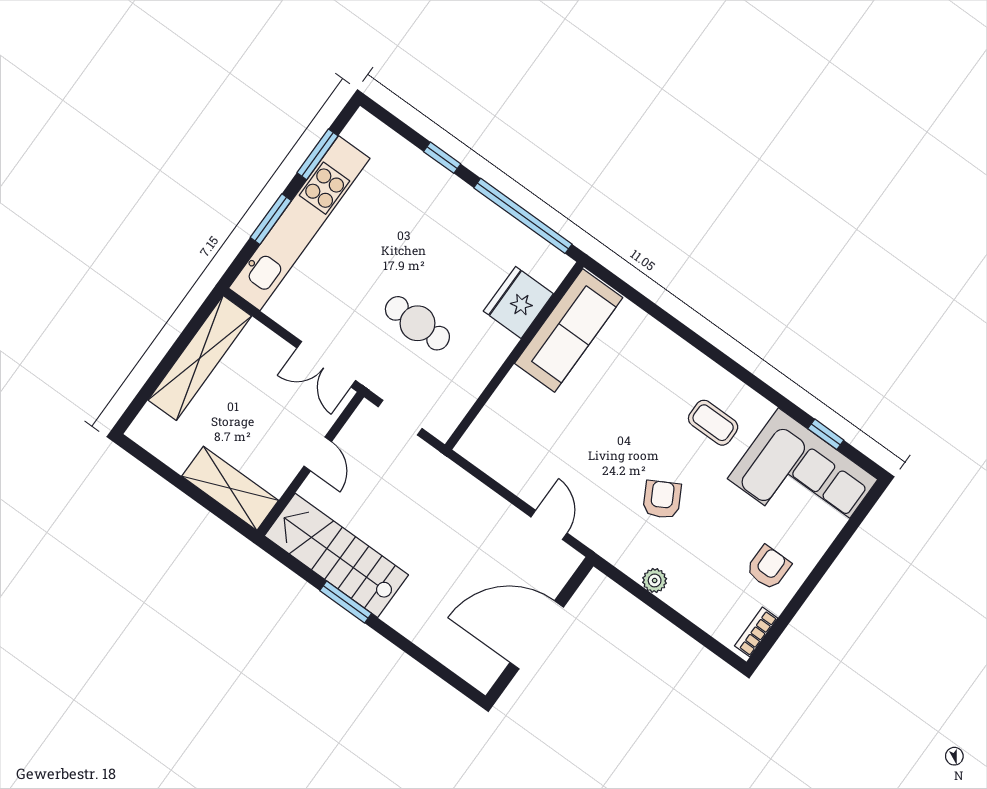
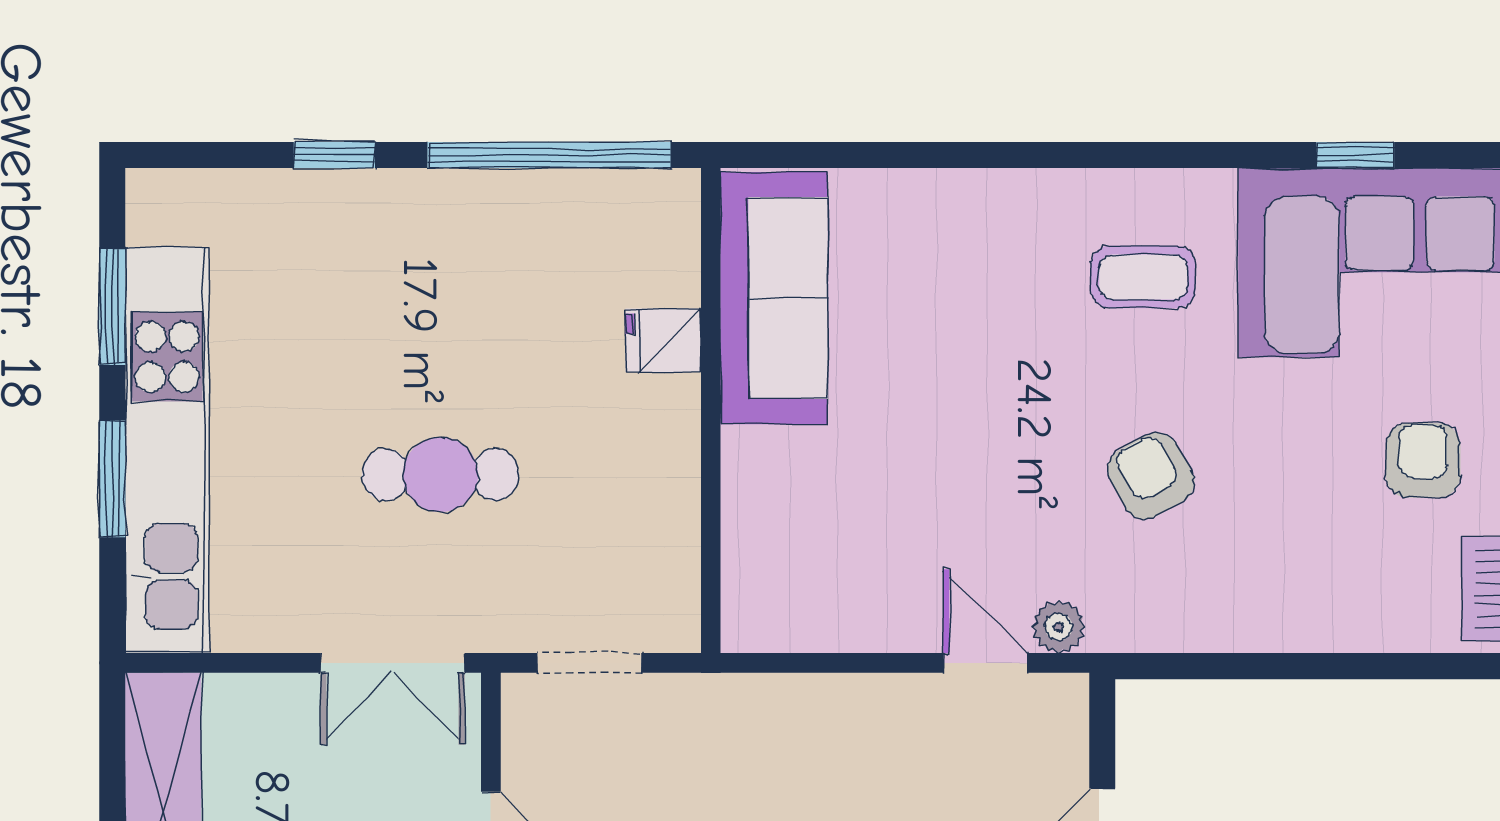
fridge: (518, 302) -> (663, 340), width x0.53, depth x0.75
cafe table: (417, 323) -> (440, 475), moved
plant: (655, 580) -> (1059, 627), moved

